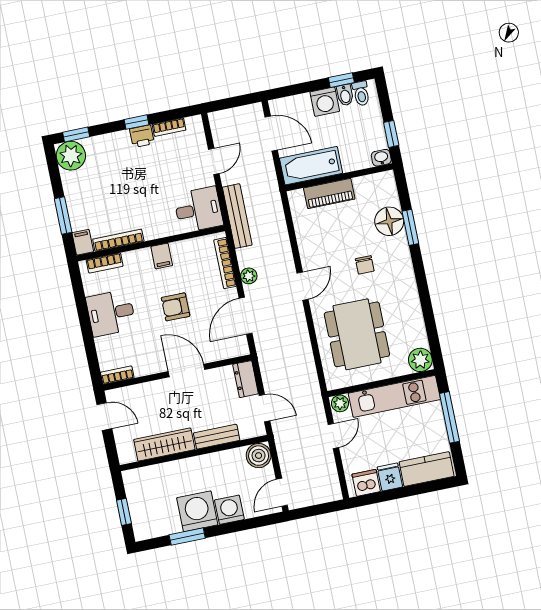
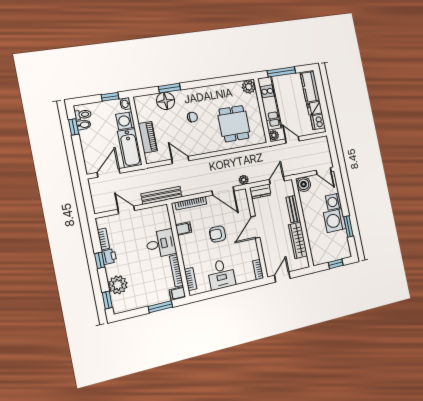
washing machine: (325, 102) -> (125, 121), moved, turned 180
plant: (71, 156) -> (118, 285), moved
desk: (198, 210) -> (161, 244), moved, turned 90
filing cabinet: (162, 256) -> (184, 229), moved
plant: (249, 276) -> (244, 180), moved
door: (303, 286) -> (180, 160), moved
armchair: (176, 307) -> (218, 234), turned 90
dining table: (357, 334) -> (234, 124), width x0.73

